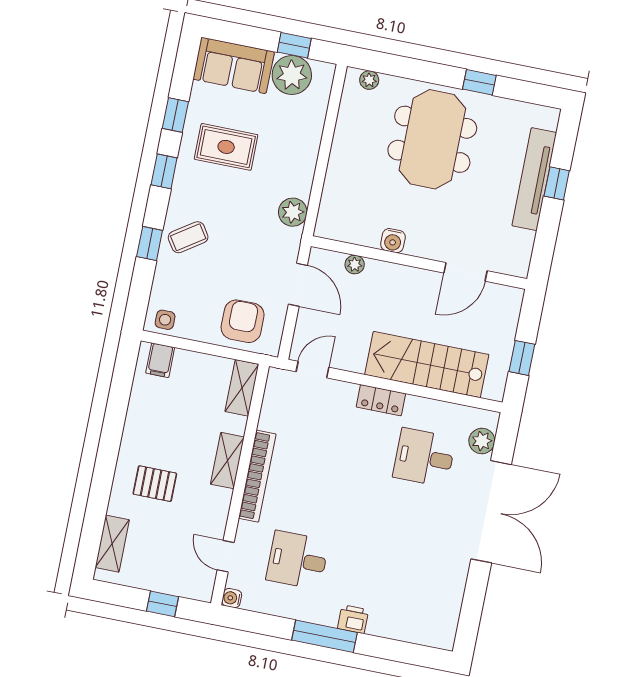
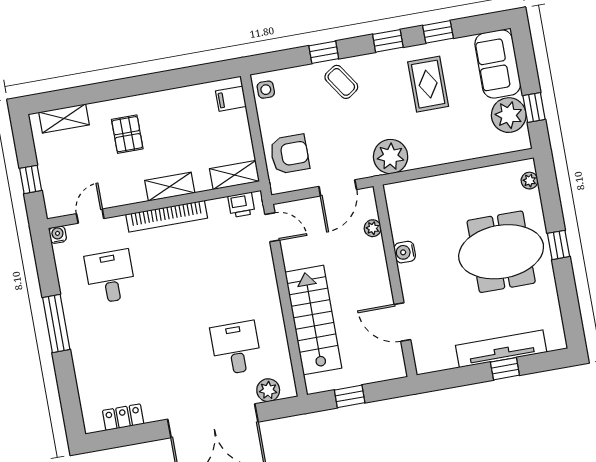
window: (479, 82) -> (559, 245), moved
plant: (293, 212) -> (391, 157), width x1.36, depth x1.36
locker: (381, 400) -> (123, 417), moved, turned 90
printer: (353, 619) -> (241, 205), moved, turned 90

